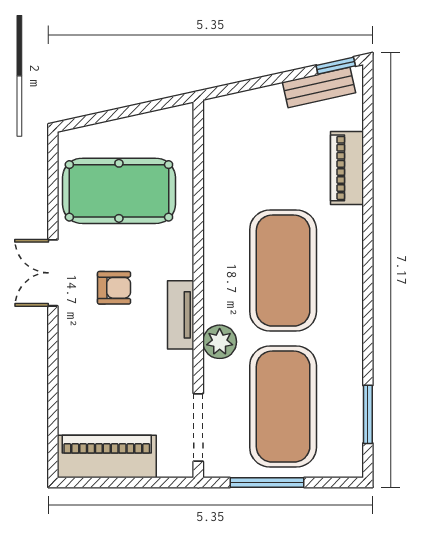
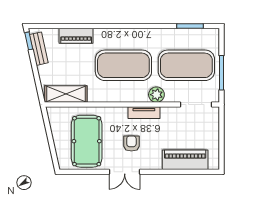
shelving: (221, 146) -> (66, 94), added
piano: (107, 457) -> (185, 160), moved, turned 90

